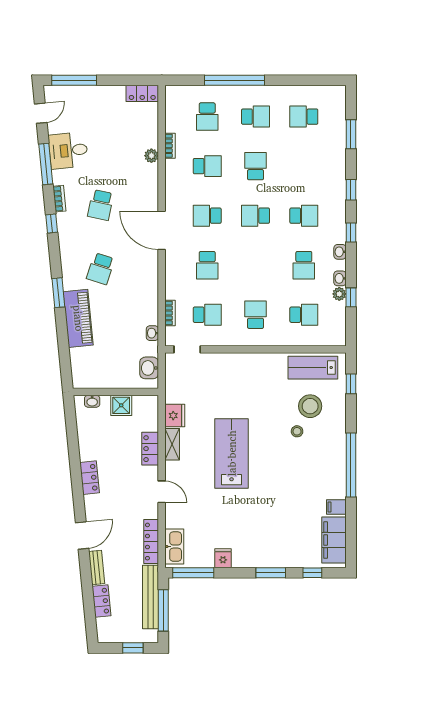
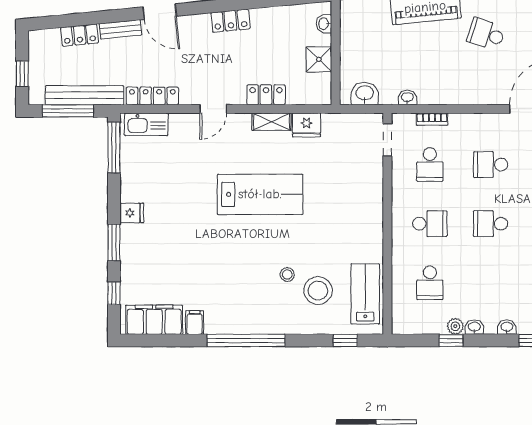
school desk: (304, 265) -> (490, 224), moved
fridge: (223, 558) -> (132, 213), moved

